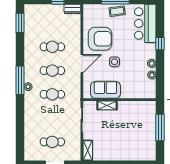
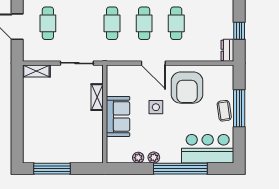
window: (160, 44) -> (180, 169), width x3.17
sofa: (105, 90) -> (118, 116), moved
window: (160, 128) -> (52, 169), moved

